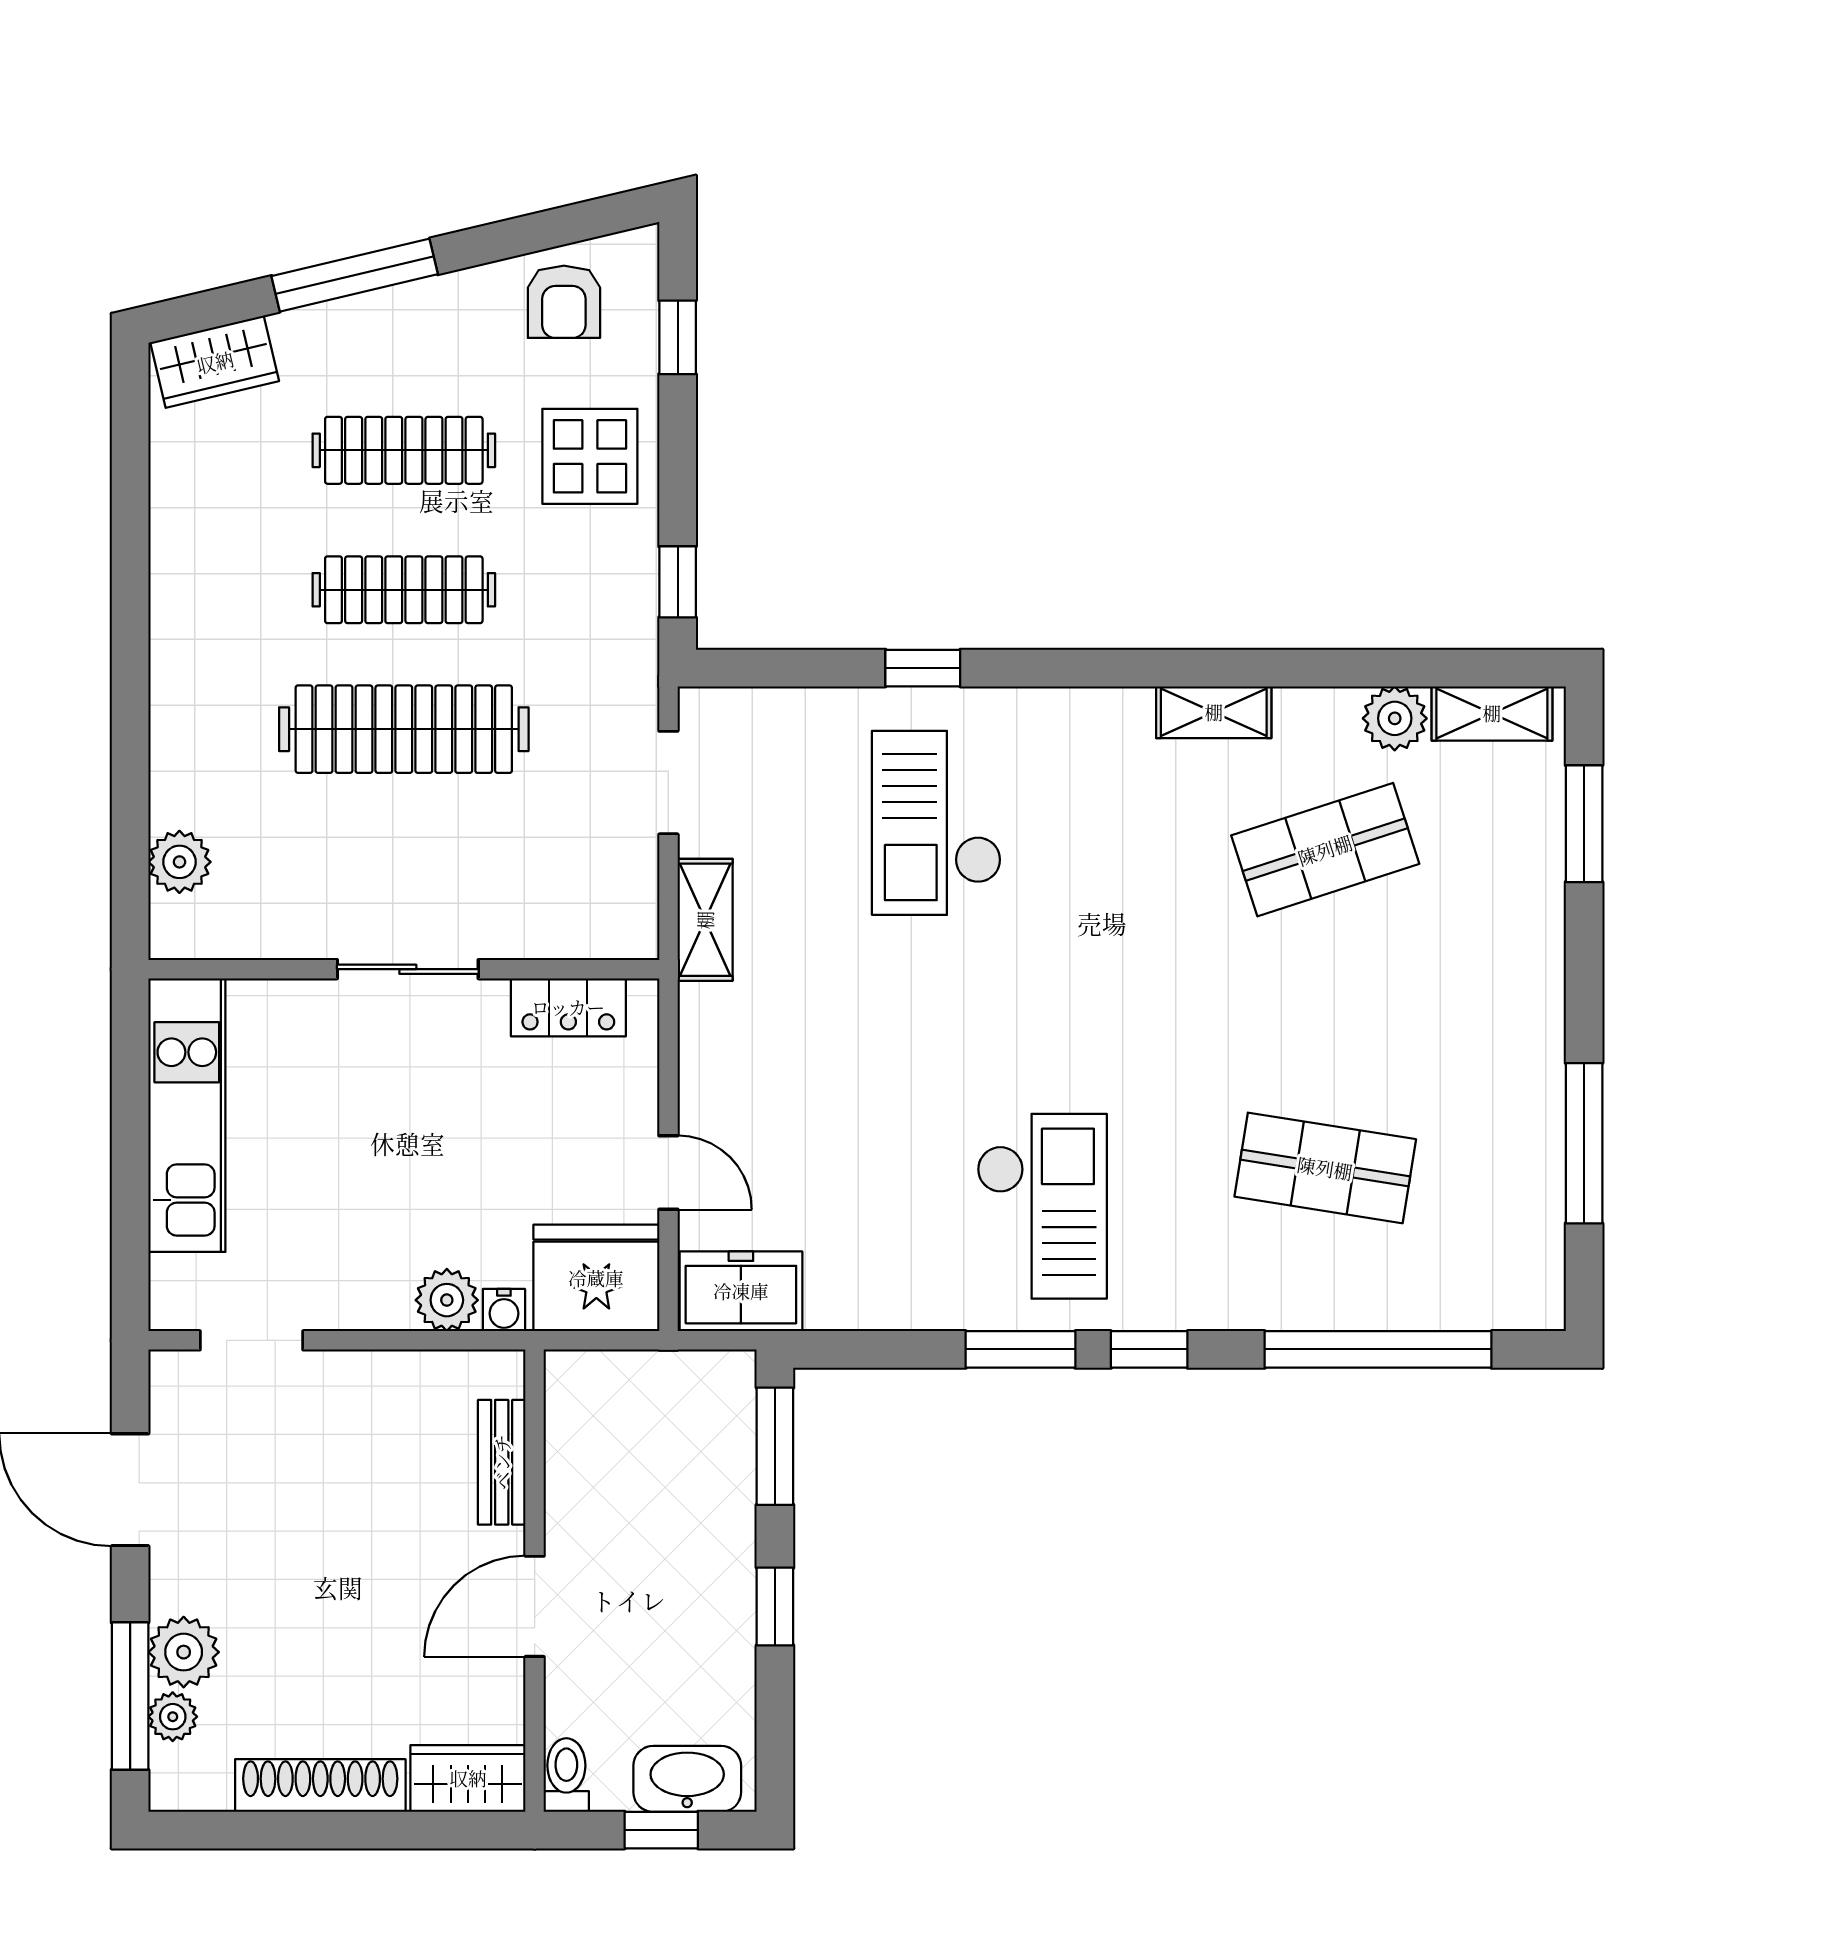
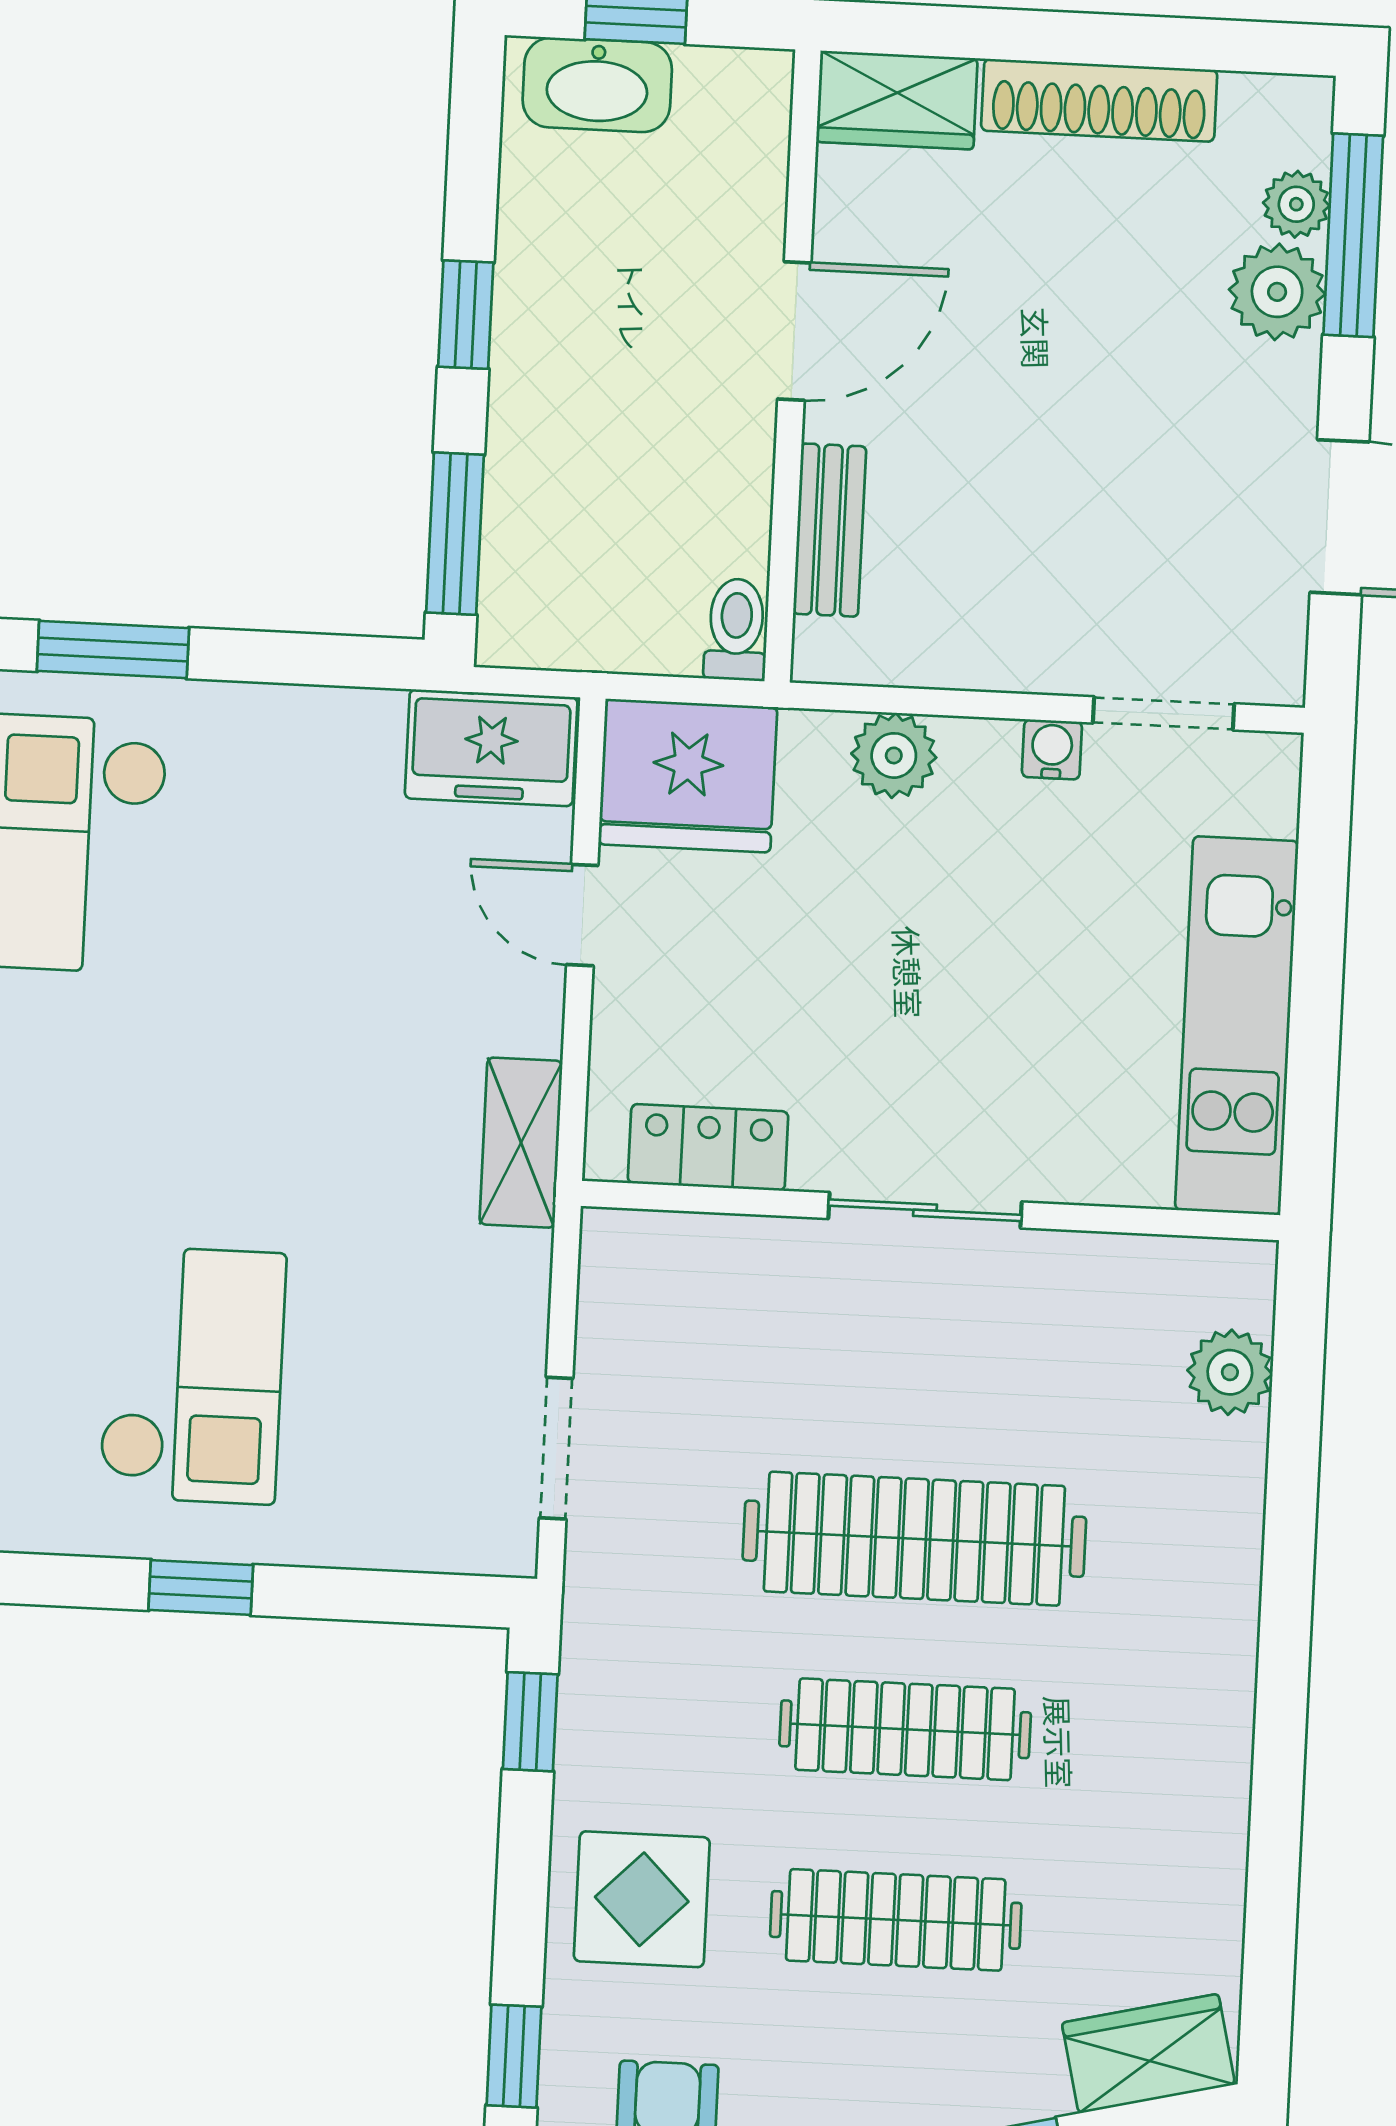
shelving: (705, 920) -> (521, 1143), moved
water cooler: (504, 1310) -> (1052, 749), moved
toilet: (566, 1775) -> (736, 630), moved, turned 180

